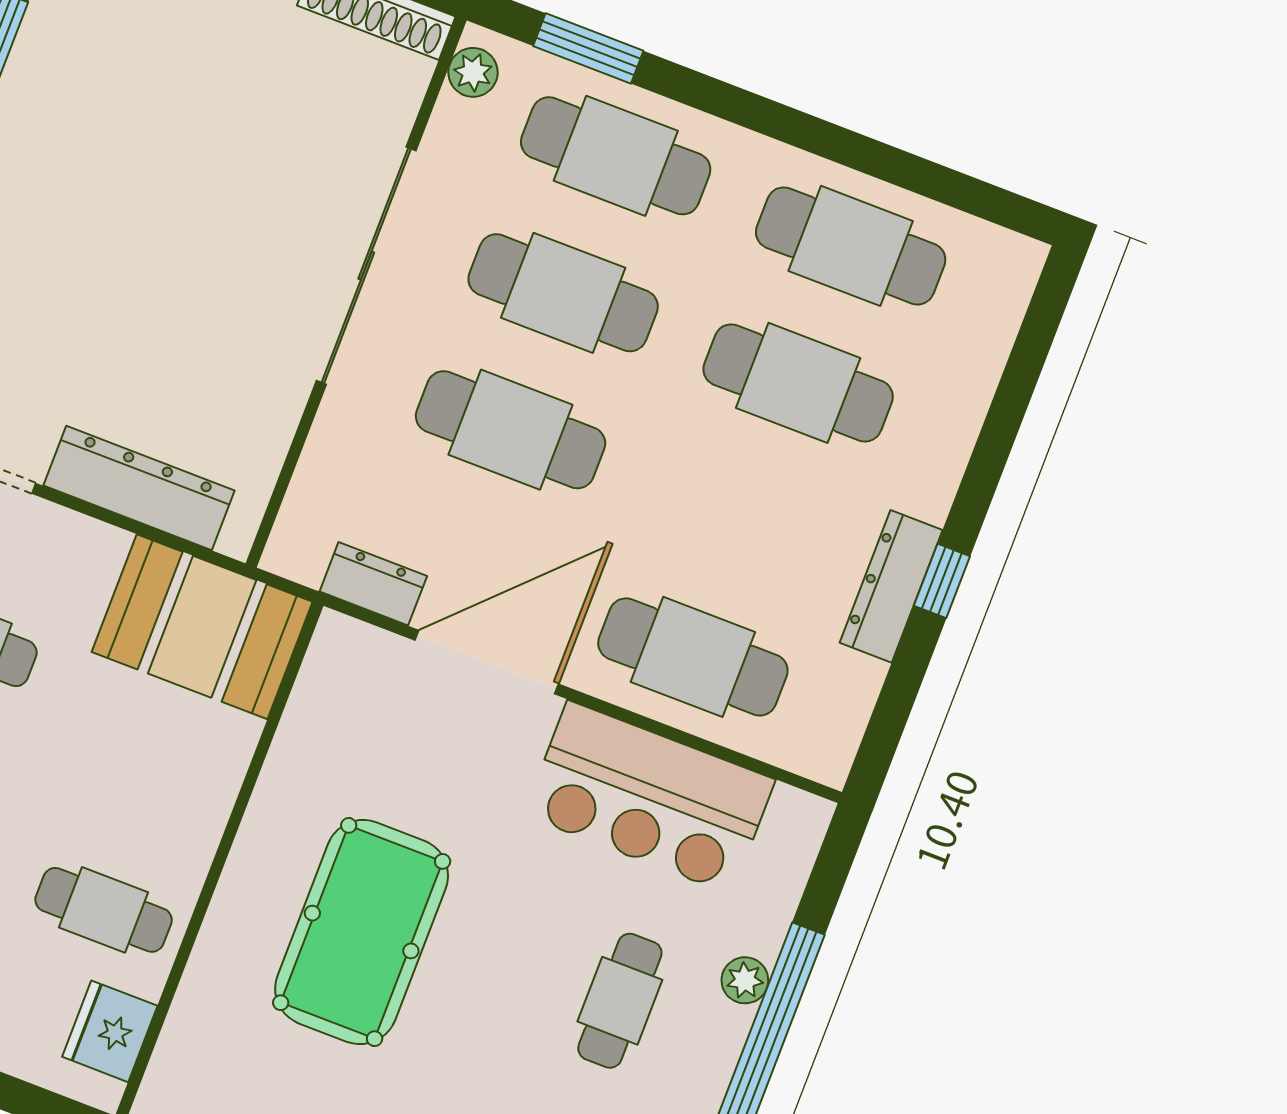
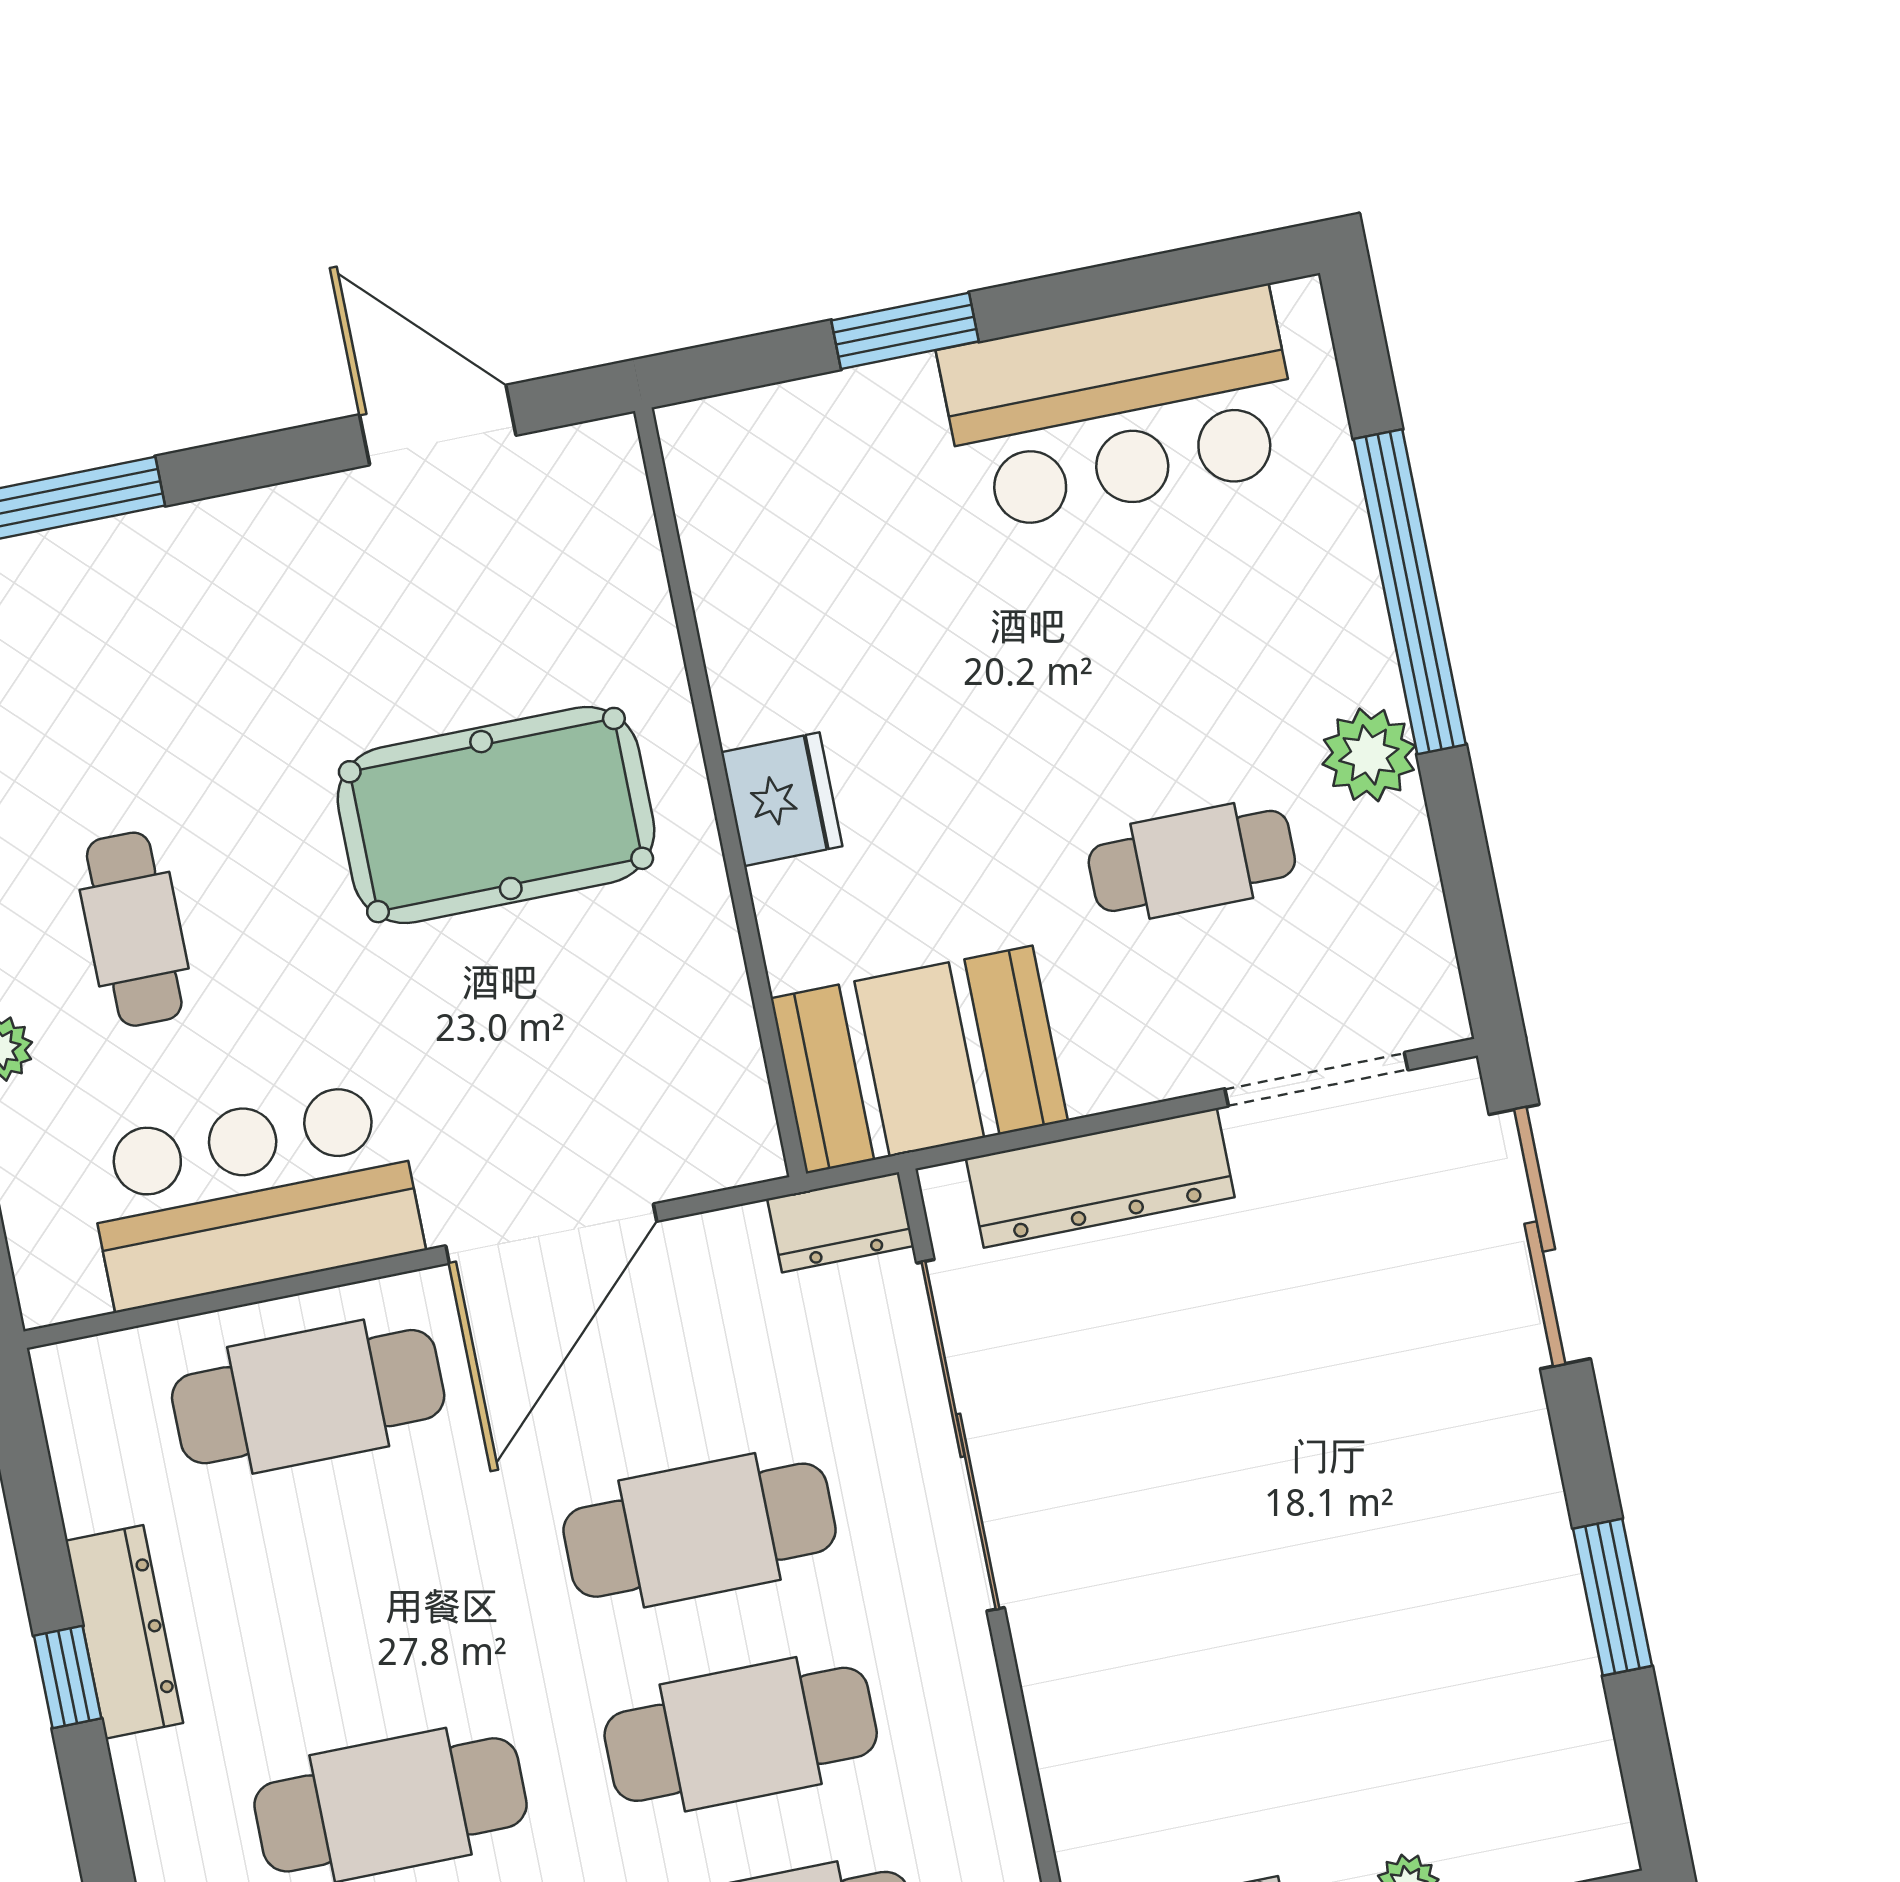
sliding door: (366, 266) -> (961, 1435), moved
dresser: (373, 584) -> (840, 1222), moved
cafe table: (104, 910) -> (822, 645), removed
pool table: (362, 932) -> (496, 815), turned 90
fridge: (110, 1031) -> (782, 799), moved

